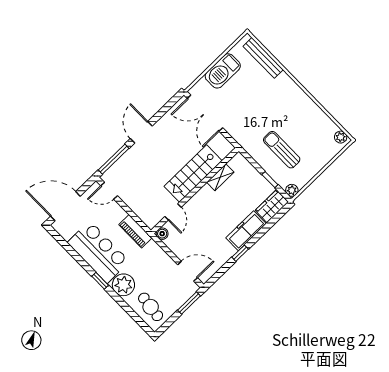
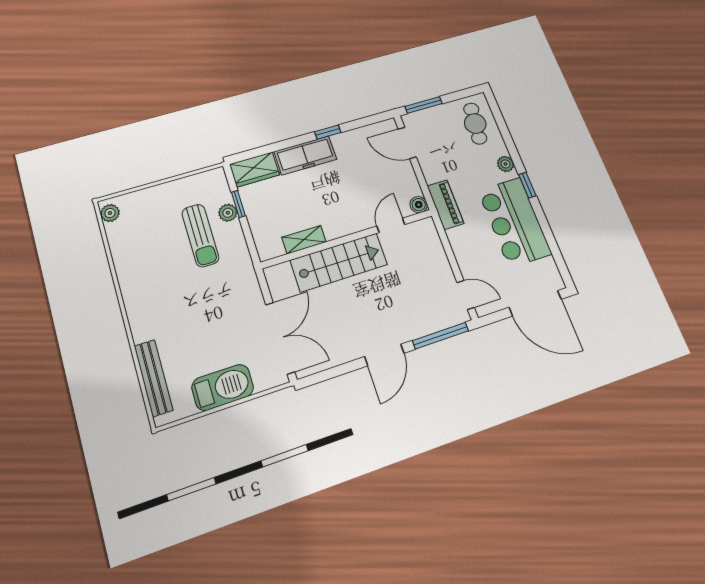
plant: (292, 190) -> (228, 213), moved
piano: (135, 231) -> (445, 205), moved
plant: (123, 285) -> (505, 164), width x0.53, depth x0.53

